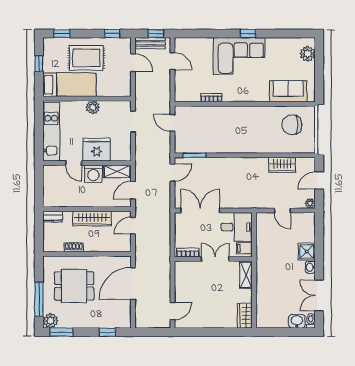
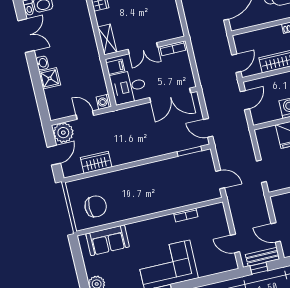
shelving: (117, 171) -> (266, 116), removed
door: (172, 173) -> (208, 128), hinge flipped
plant: (310, 203) -> (63, 133), width x1.87, depth x1.87
washing machine: (262, 219) -> (104, 102), added

